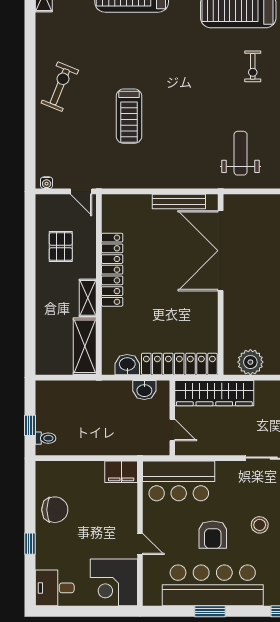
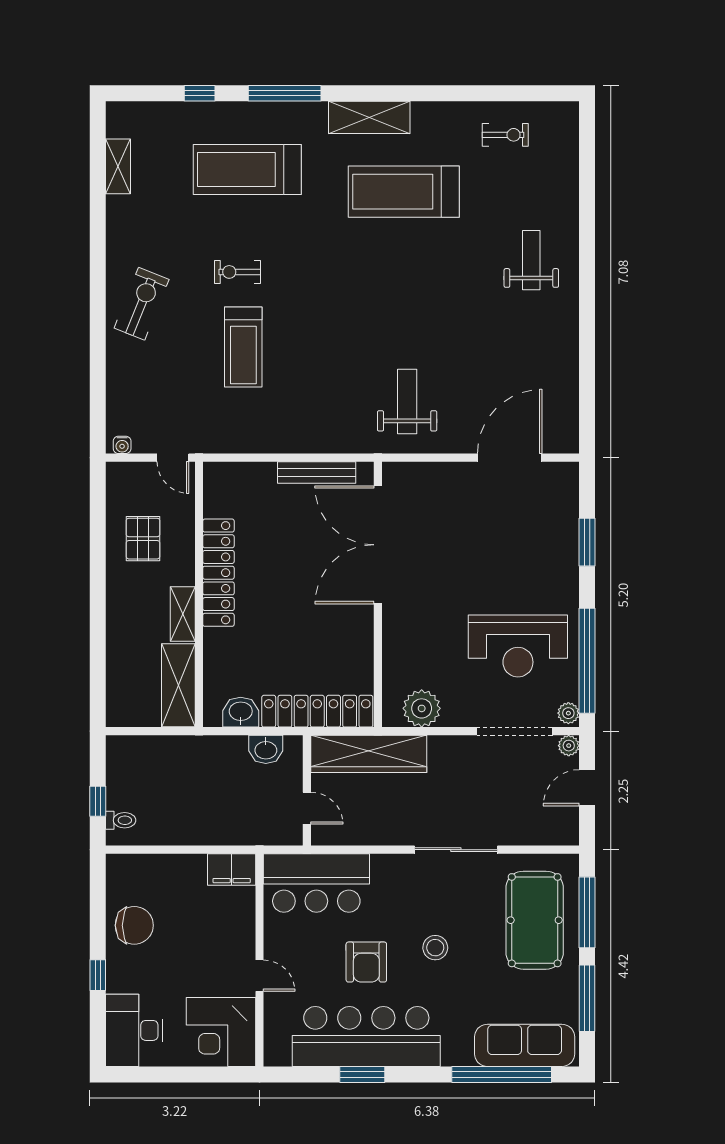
exercise bike: (253, 66) -> (238, 272), moved, turned 90
desk: (55, 588) -> (134, 1030), width x1.37

